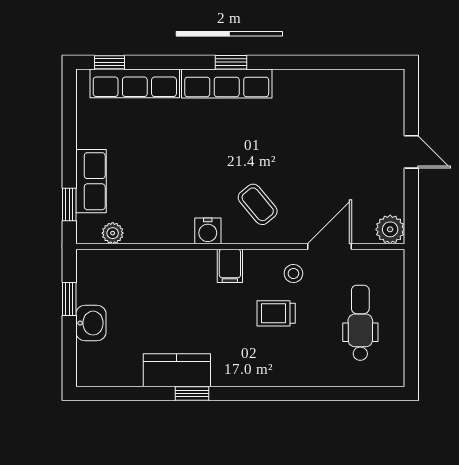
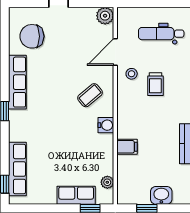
row of seats: (227, 83) -> (17, 82), moved
chair: (356, 108) -> (32, 36), added
door: (330, 246) -> (115, 52), hinge flipped
filing cabinet: (230, 266) -> (127, 147), moved

